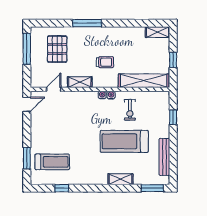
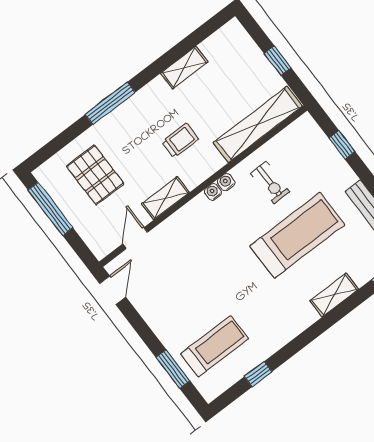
shelving: (158, 32) -> (184, 67), moved
treadmill: (124, 141) -> (297, 235), turned 180

